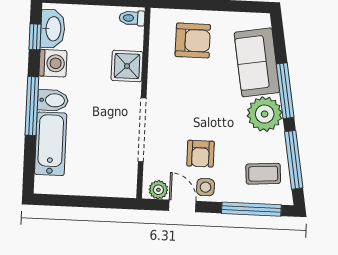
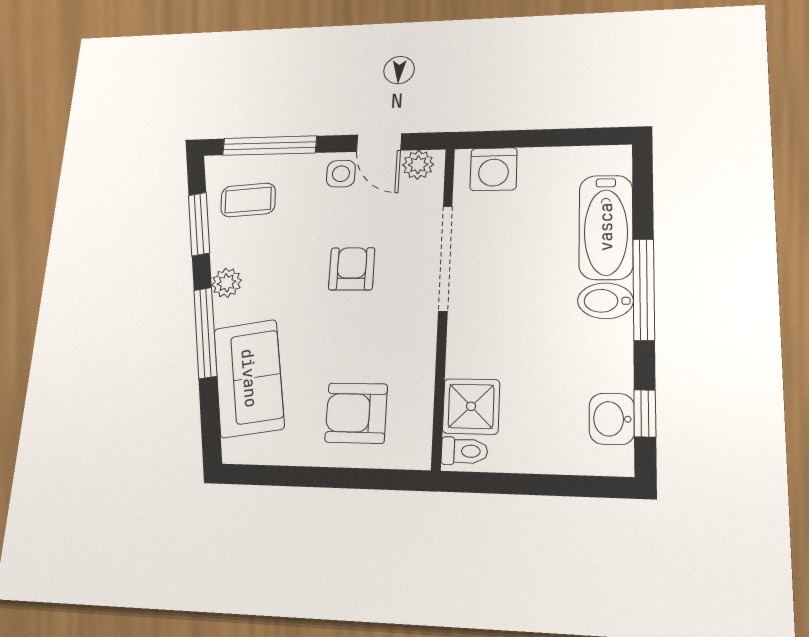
washbasin: (53, 29) -> (612, 419), width x0.72
washing machine: (53, 63) -> (494, 169), moved, turned -90
shower: (127, 66) -> (471, 406), moved
plant: (265, 114) -> (227, 283), width x0.53, depth x0.53
armchair: (200, 154) -> (352, 269), moved
window: (294, 160) -> (199, 224), width x0.69

